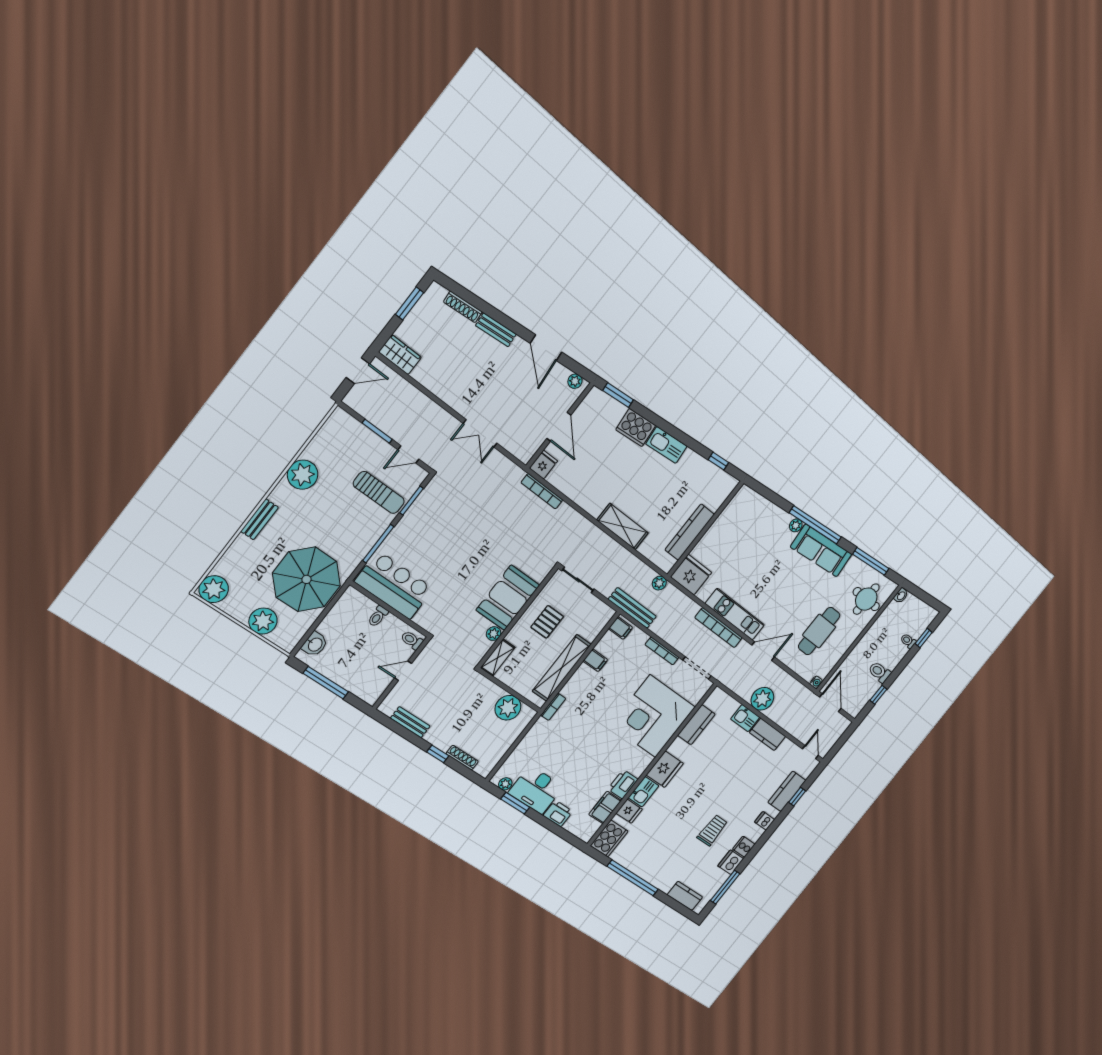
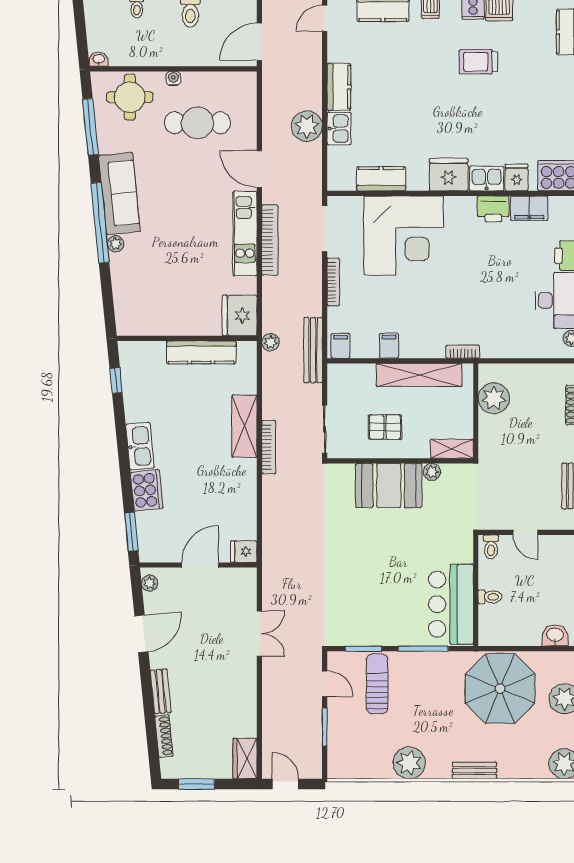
bookcase: (542, 491) -> (269, 447), moved
water cooler: (816, 682) -> (173, 78), moved

